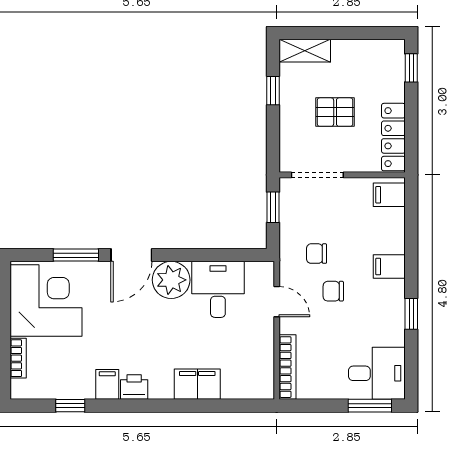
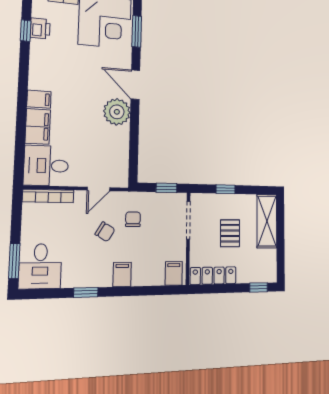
shelving: (305, 51) -> (267, 221), width x1.50, depth x1.33
window: (273, 91) -> (226, 189), moved
window: (76, 255) -> (137, 31), moved
desk: (218, 289) -> (46, 166), moved, turned 180
chair: (333, 291) -> (105, 232), turned 121
filing cabinet: (107, 384) -> (39, 99), moved
printer: (134, 387) -> (40, 28), moved

